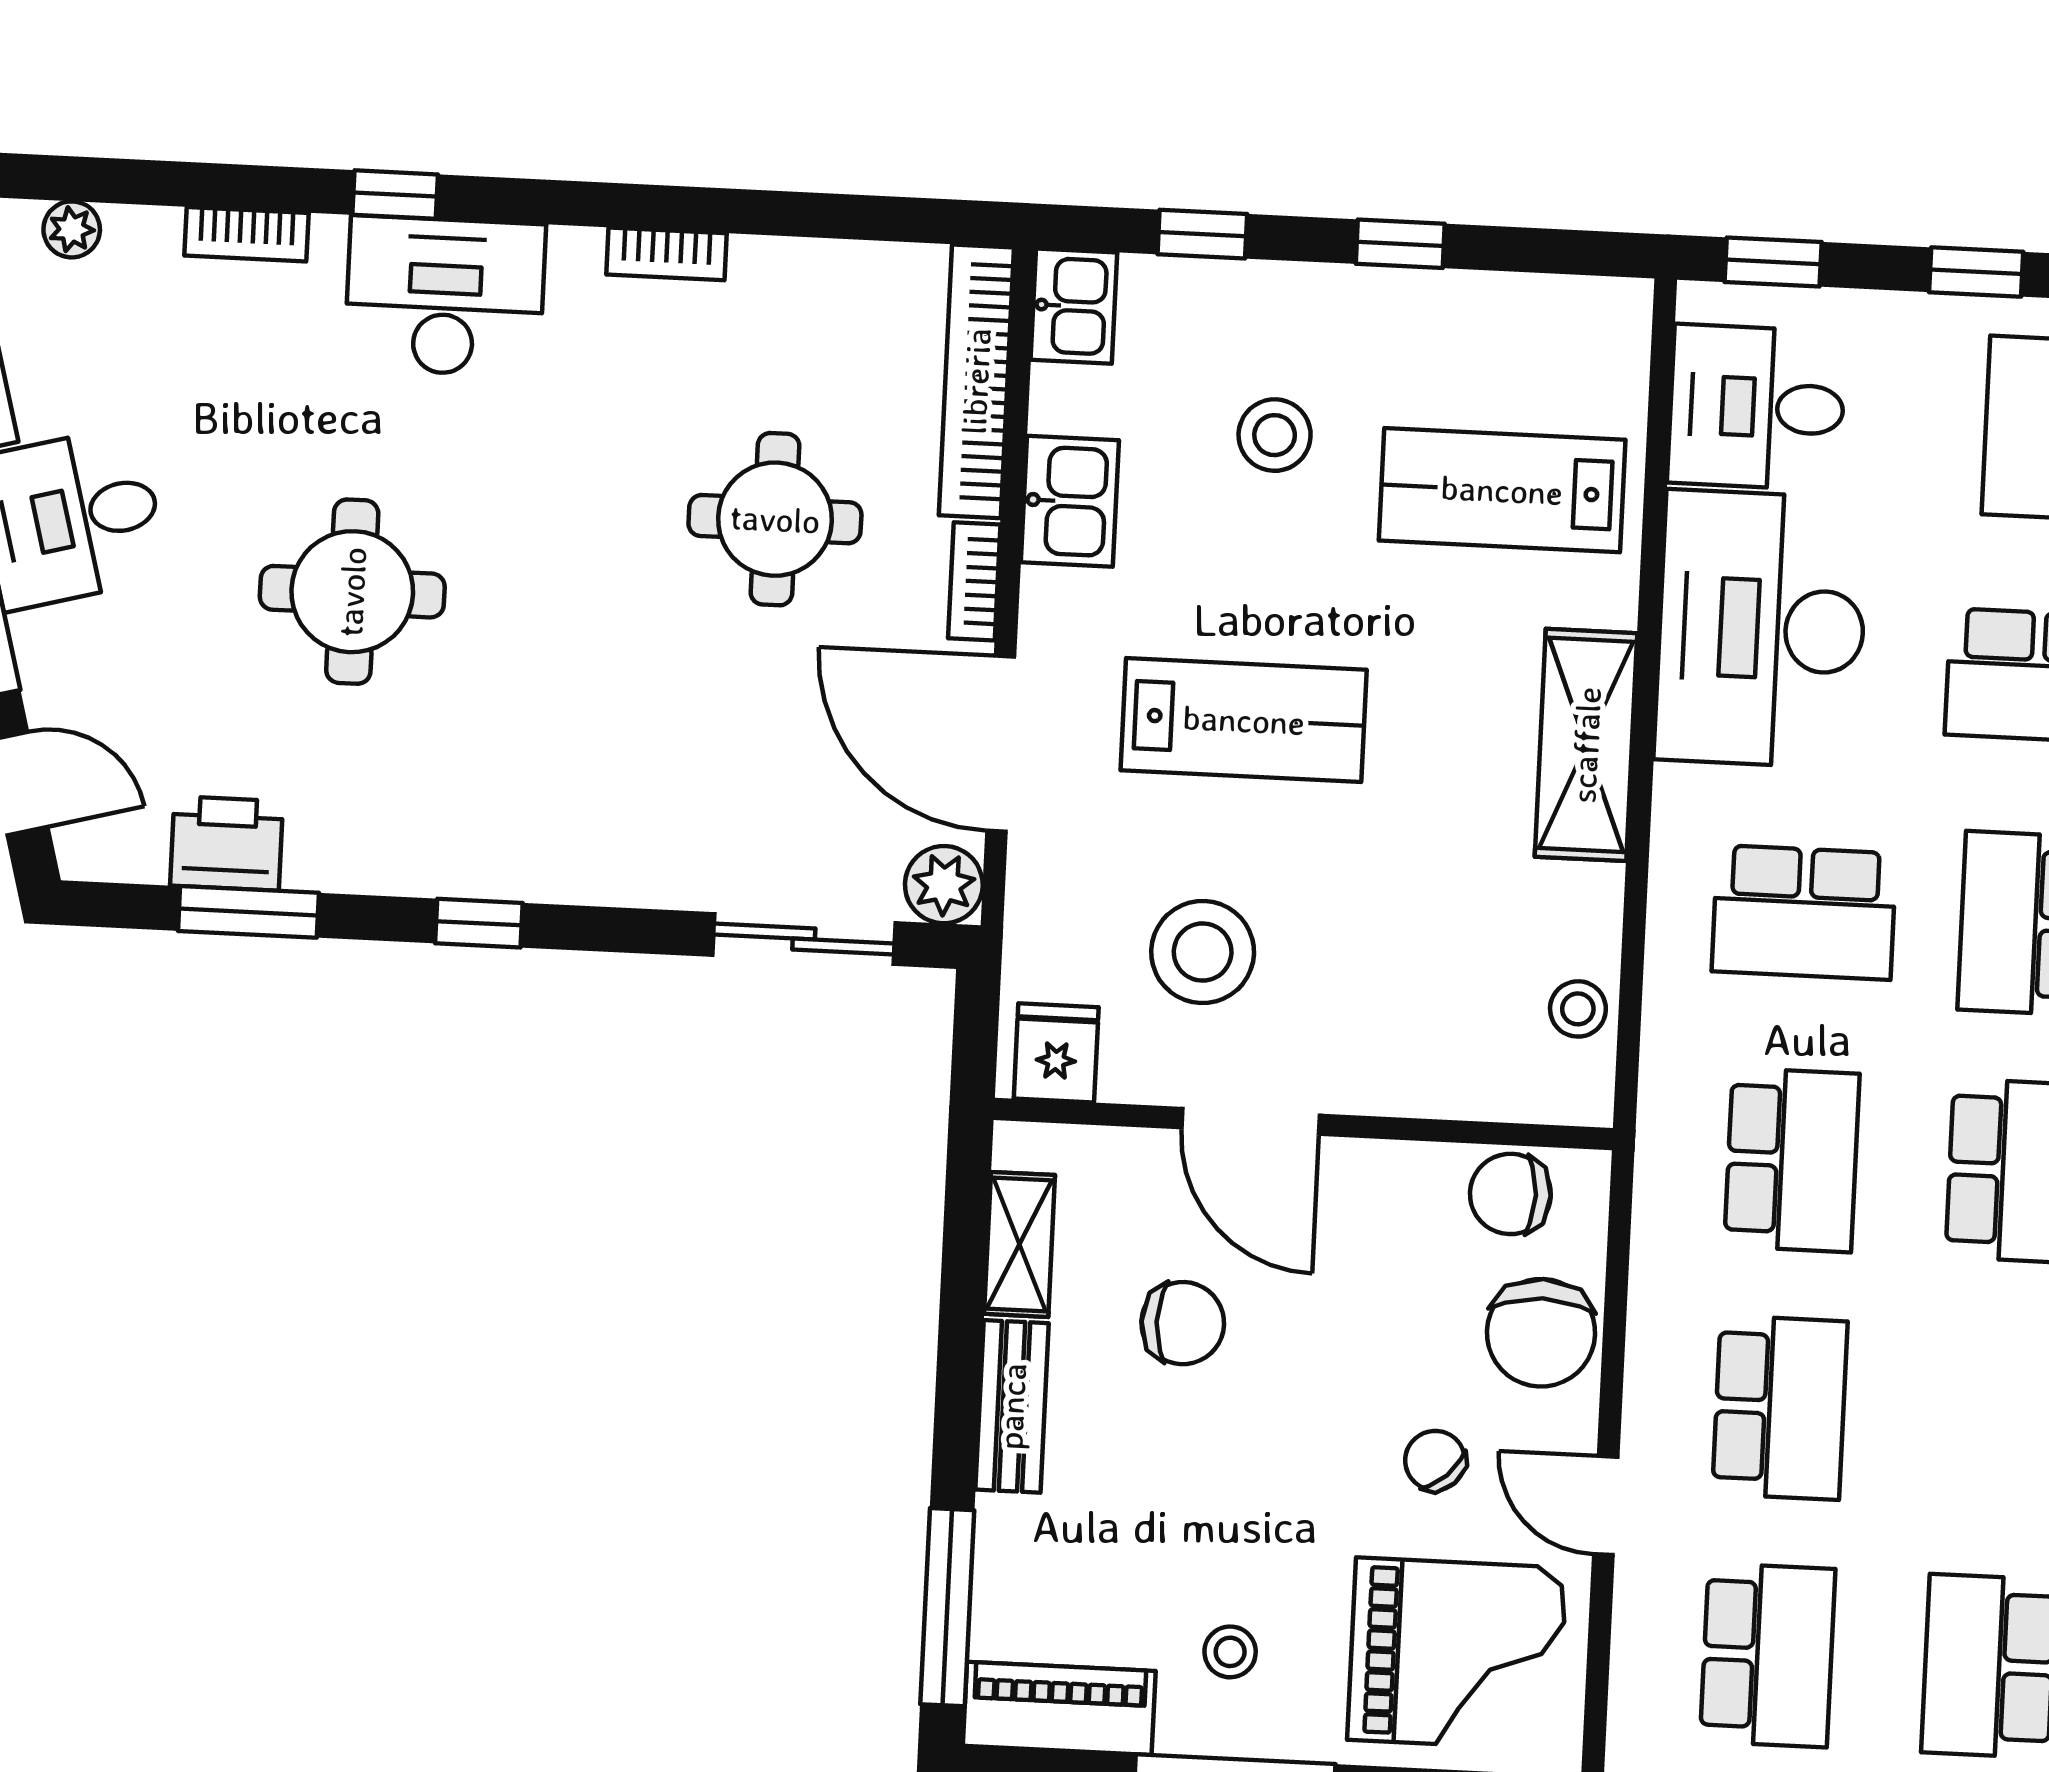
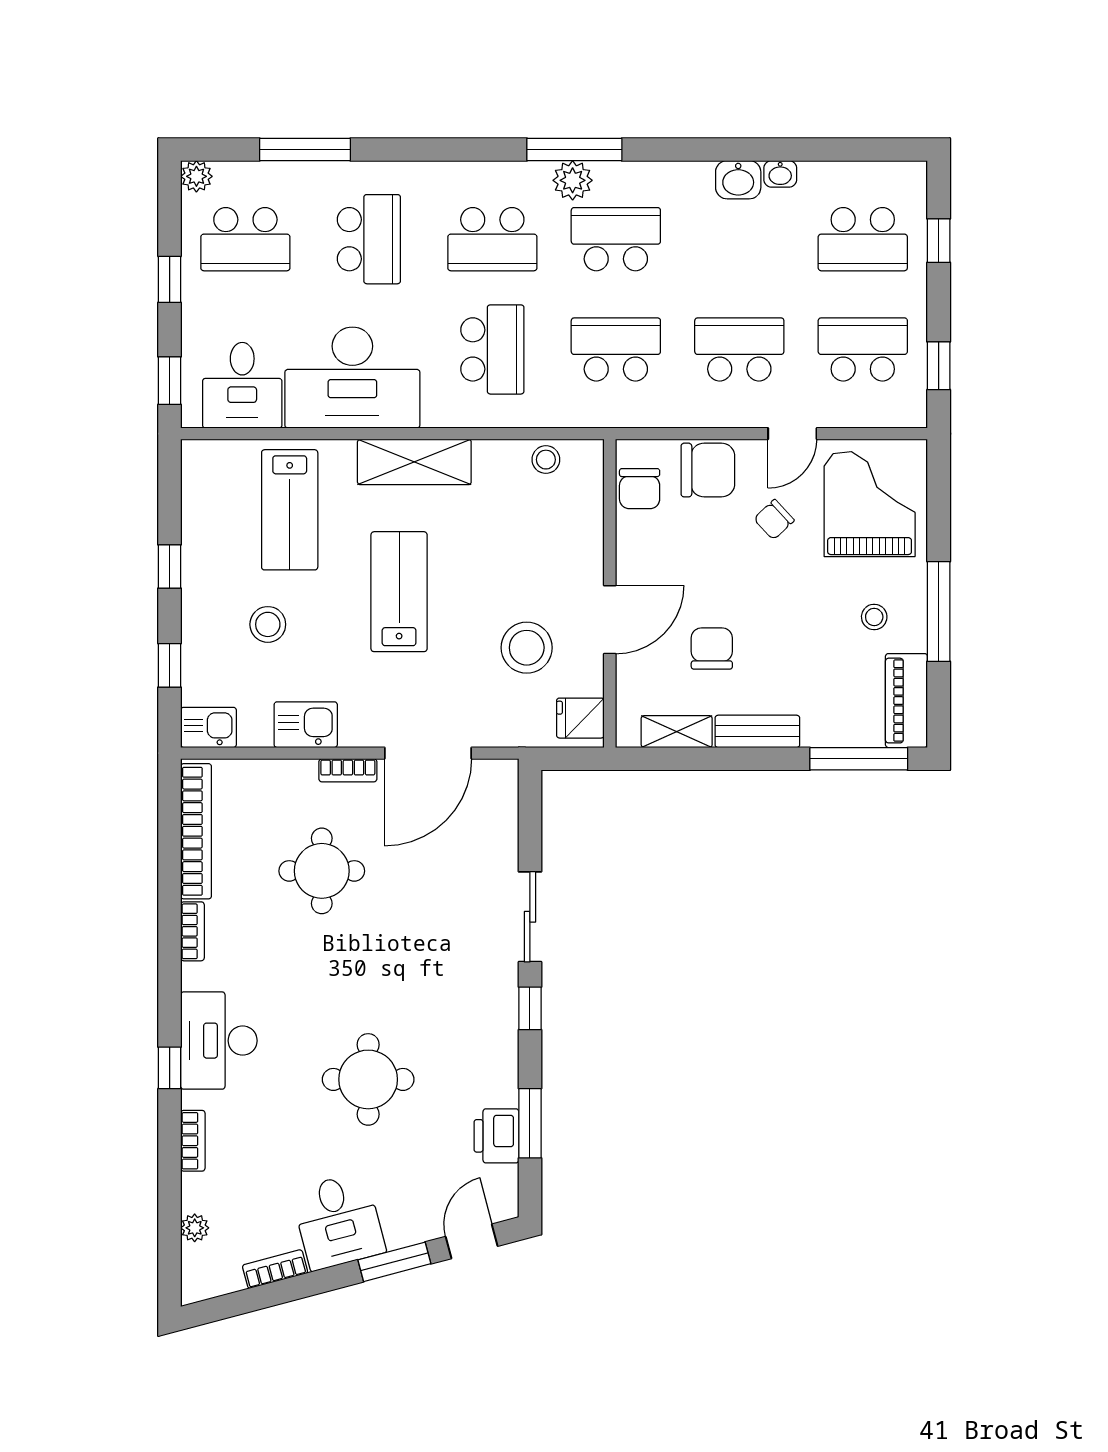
bookcase: (976, 381) -> (196, 831), moved, turned -90
lab bench: (1244, 720) -> (399, 592), moved
plant: (944, 885) -> (499, 778), removed
sliding door: (804, 939) -> (530, 917), moved

